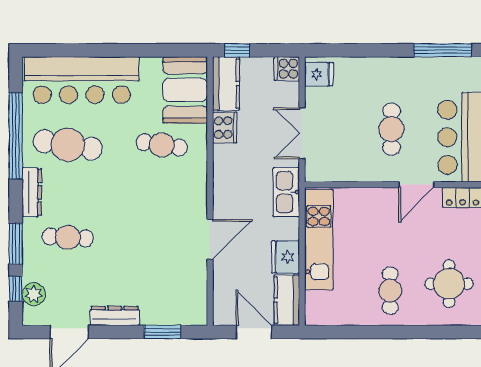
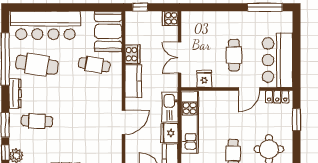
fridge: (319, 74) -> (204, 79), moved, turned -90
kitchen counter: (226, 84) -> (133, 81), moved
kitchen sink: (286, 192) -> (170, 107), moved

